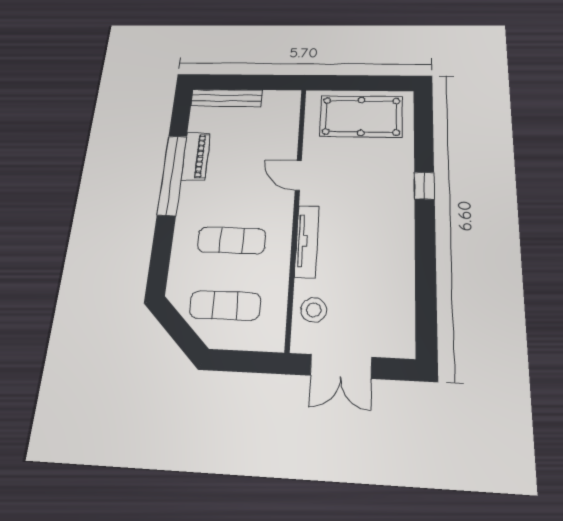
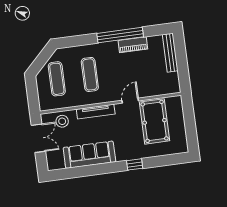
pool table: (361, 116) -> (155, 121), moved
sofa: (392, 267) -> (89, 155), added
double door: (341, 366) -> (38, 138), swing flipped

